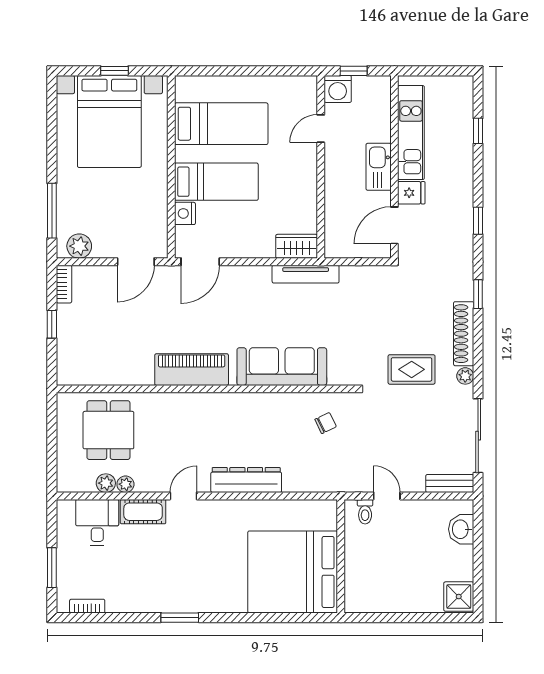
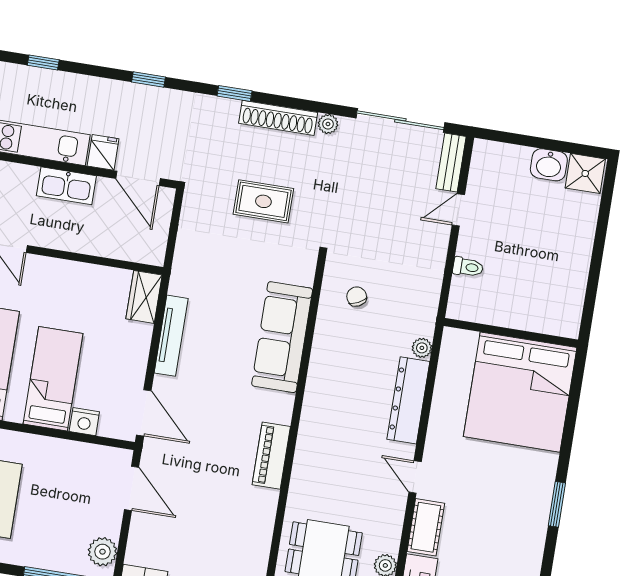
tv unit: (306, 274) -> (171, 336), moved
rug: (412, 369) -> (263, 201), moved, turned 90
piano: (192, 370) -> (271, 456), width x0.73, depth x0.75
plant: (125, 484) -> (422, 348), moved
door: (387, 496) -> (458, 210), moved
washbasin: (461, 529) -> (549, 165), moved
wall: (341, 556) -> (511, 333), moved
bed: (293, 572) -> (520, 392), moved

